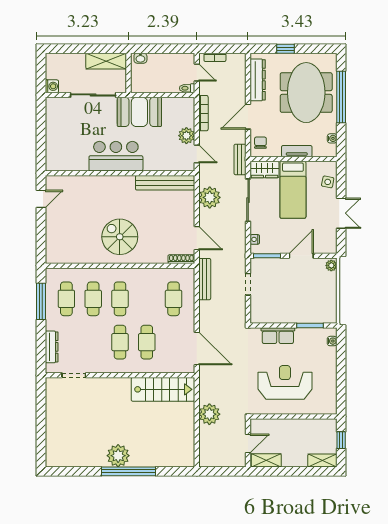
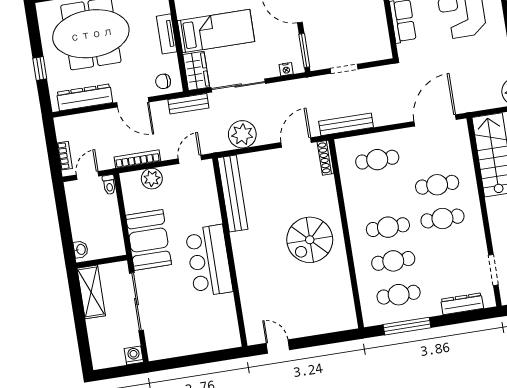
plant: (186, 136) -> (152, 179), moved

